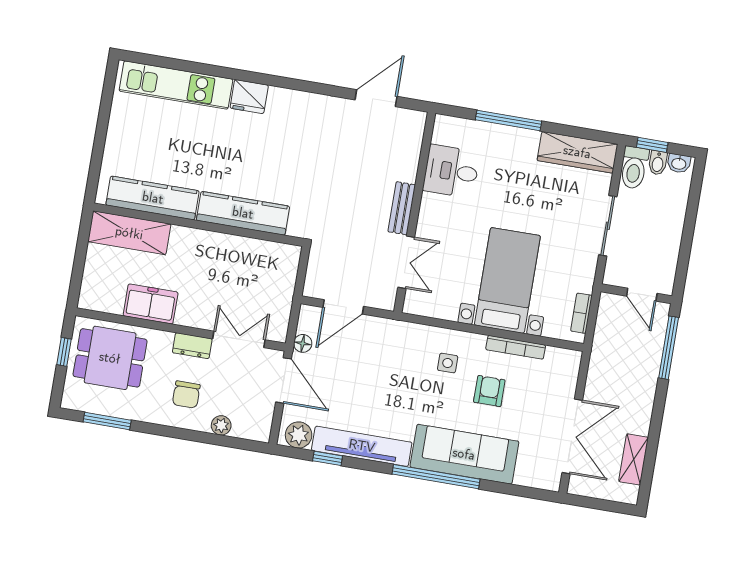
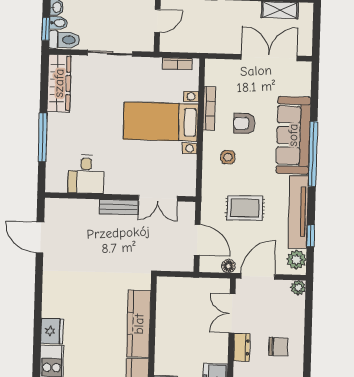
double door: (406, 262) -> (158, 198), swing flipped
rug: (377, 376) -> (245, 208), added
plant: (221, 425) -> (298, 288), moved

